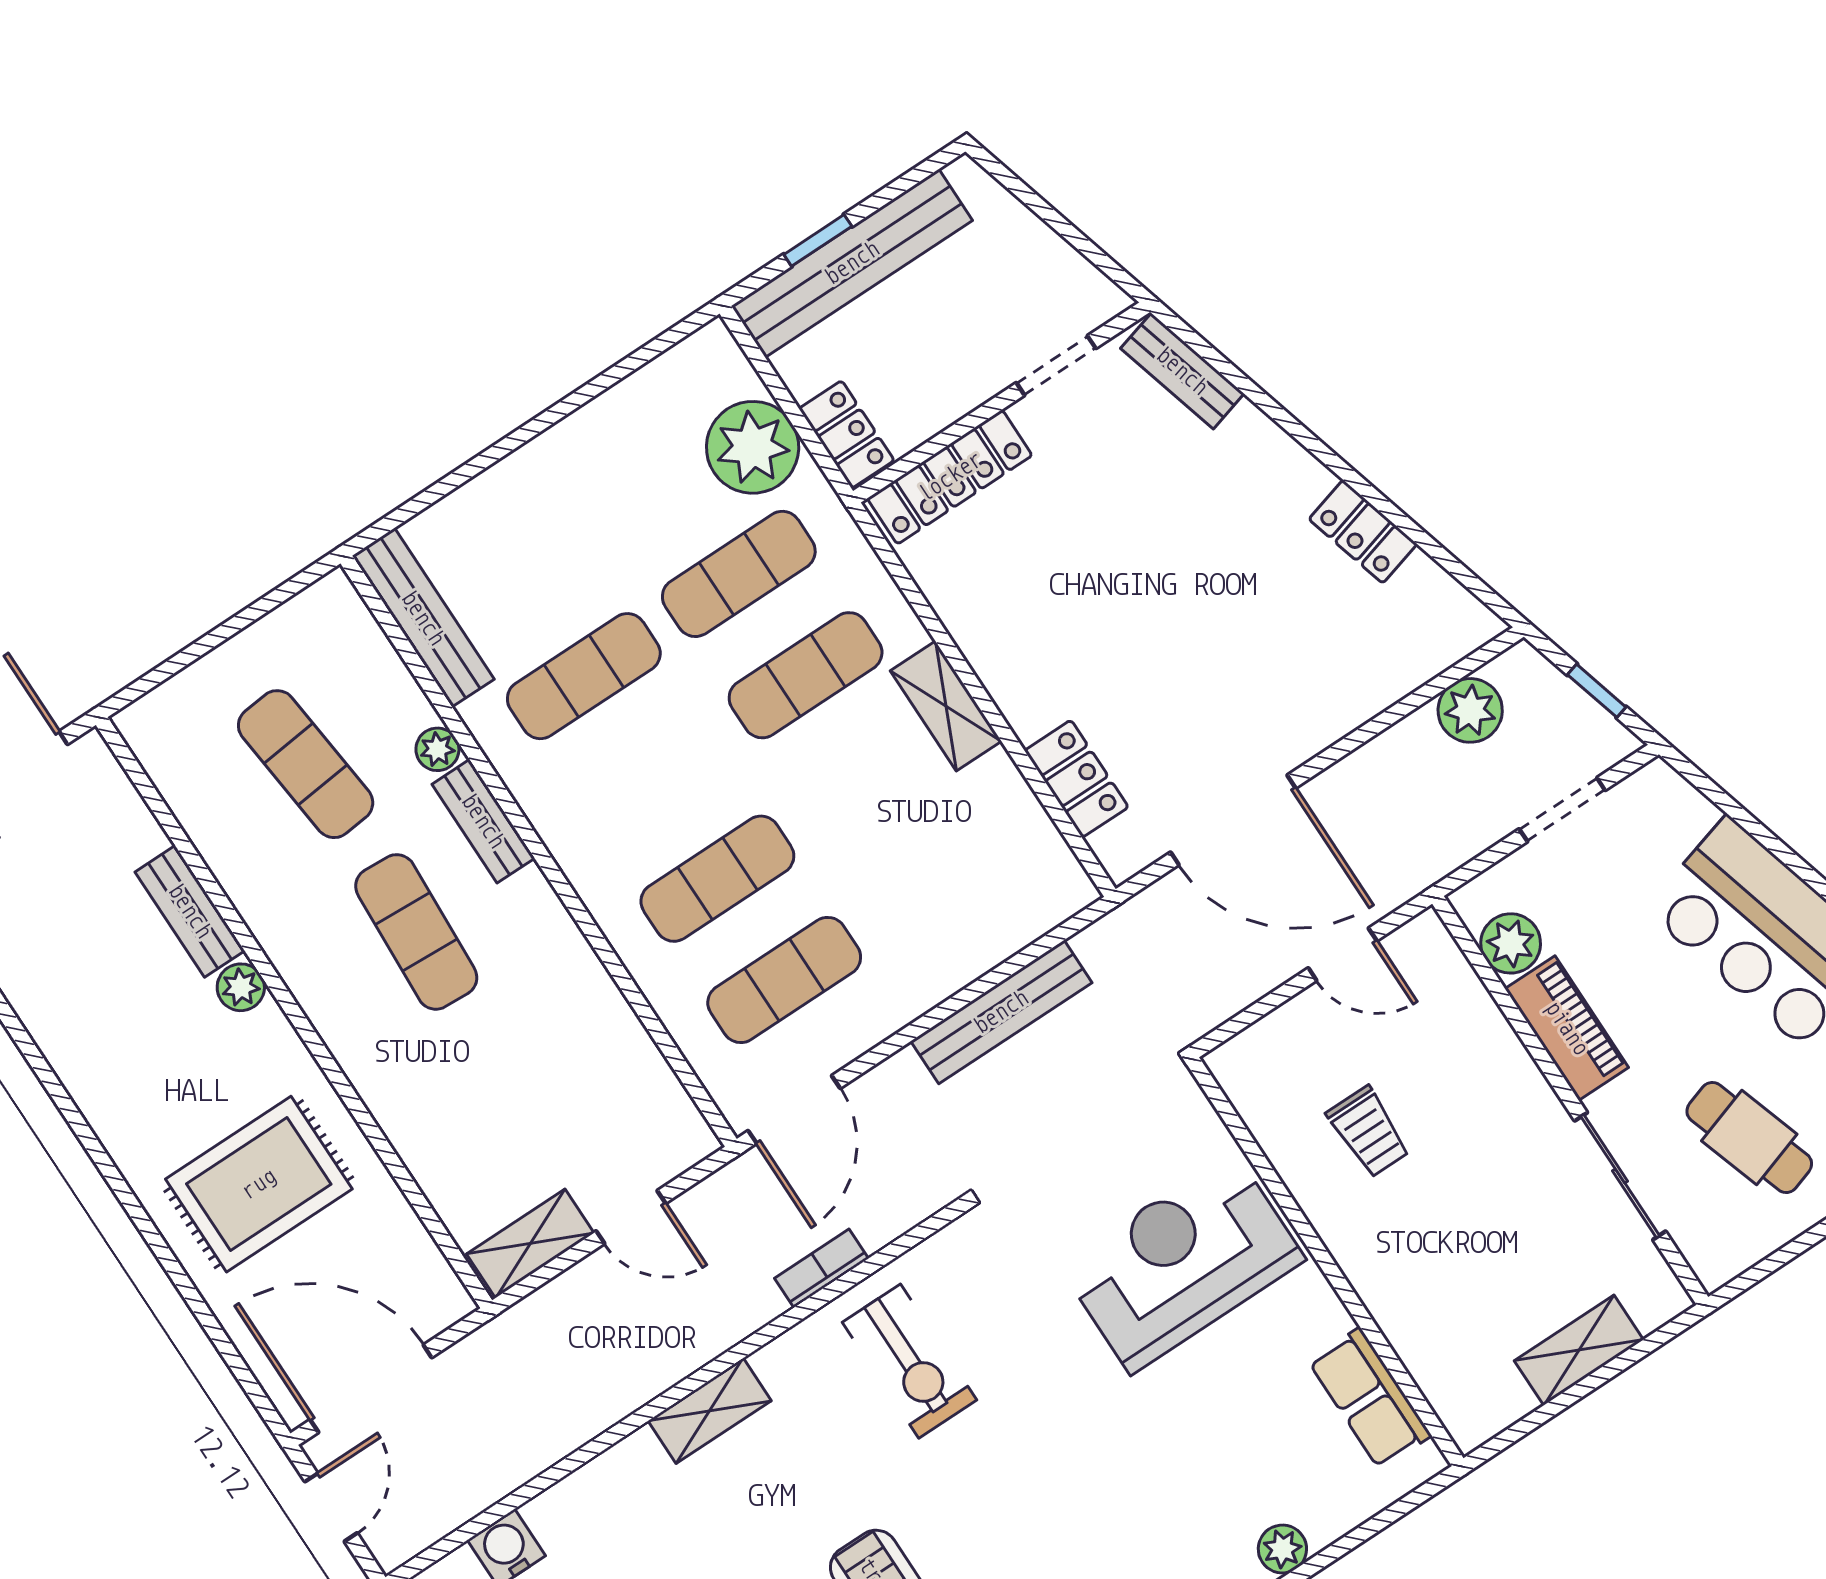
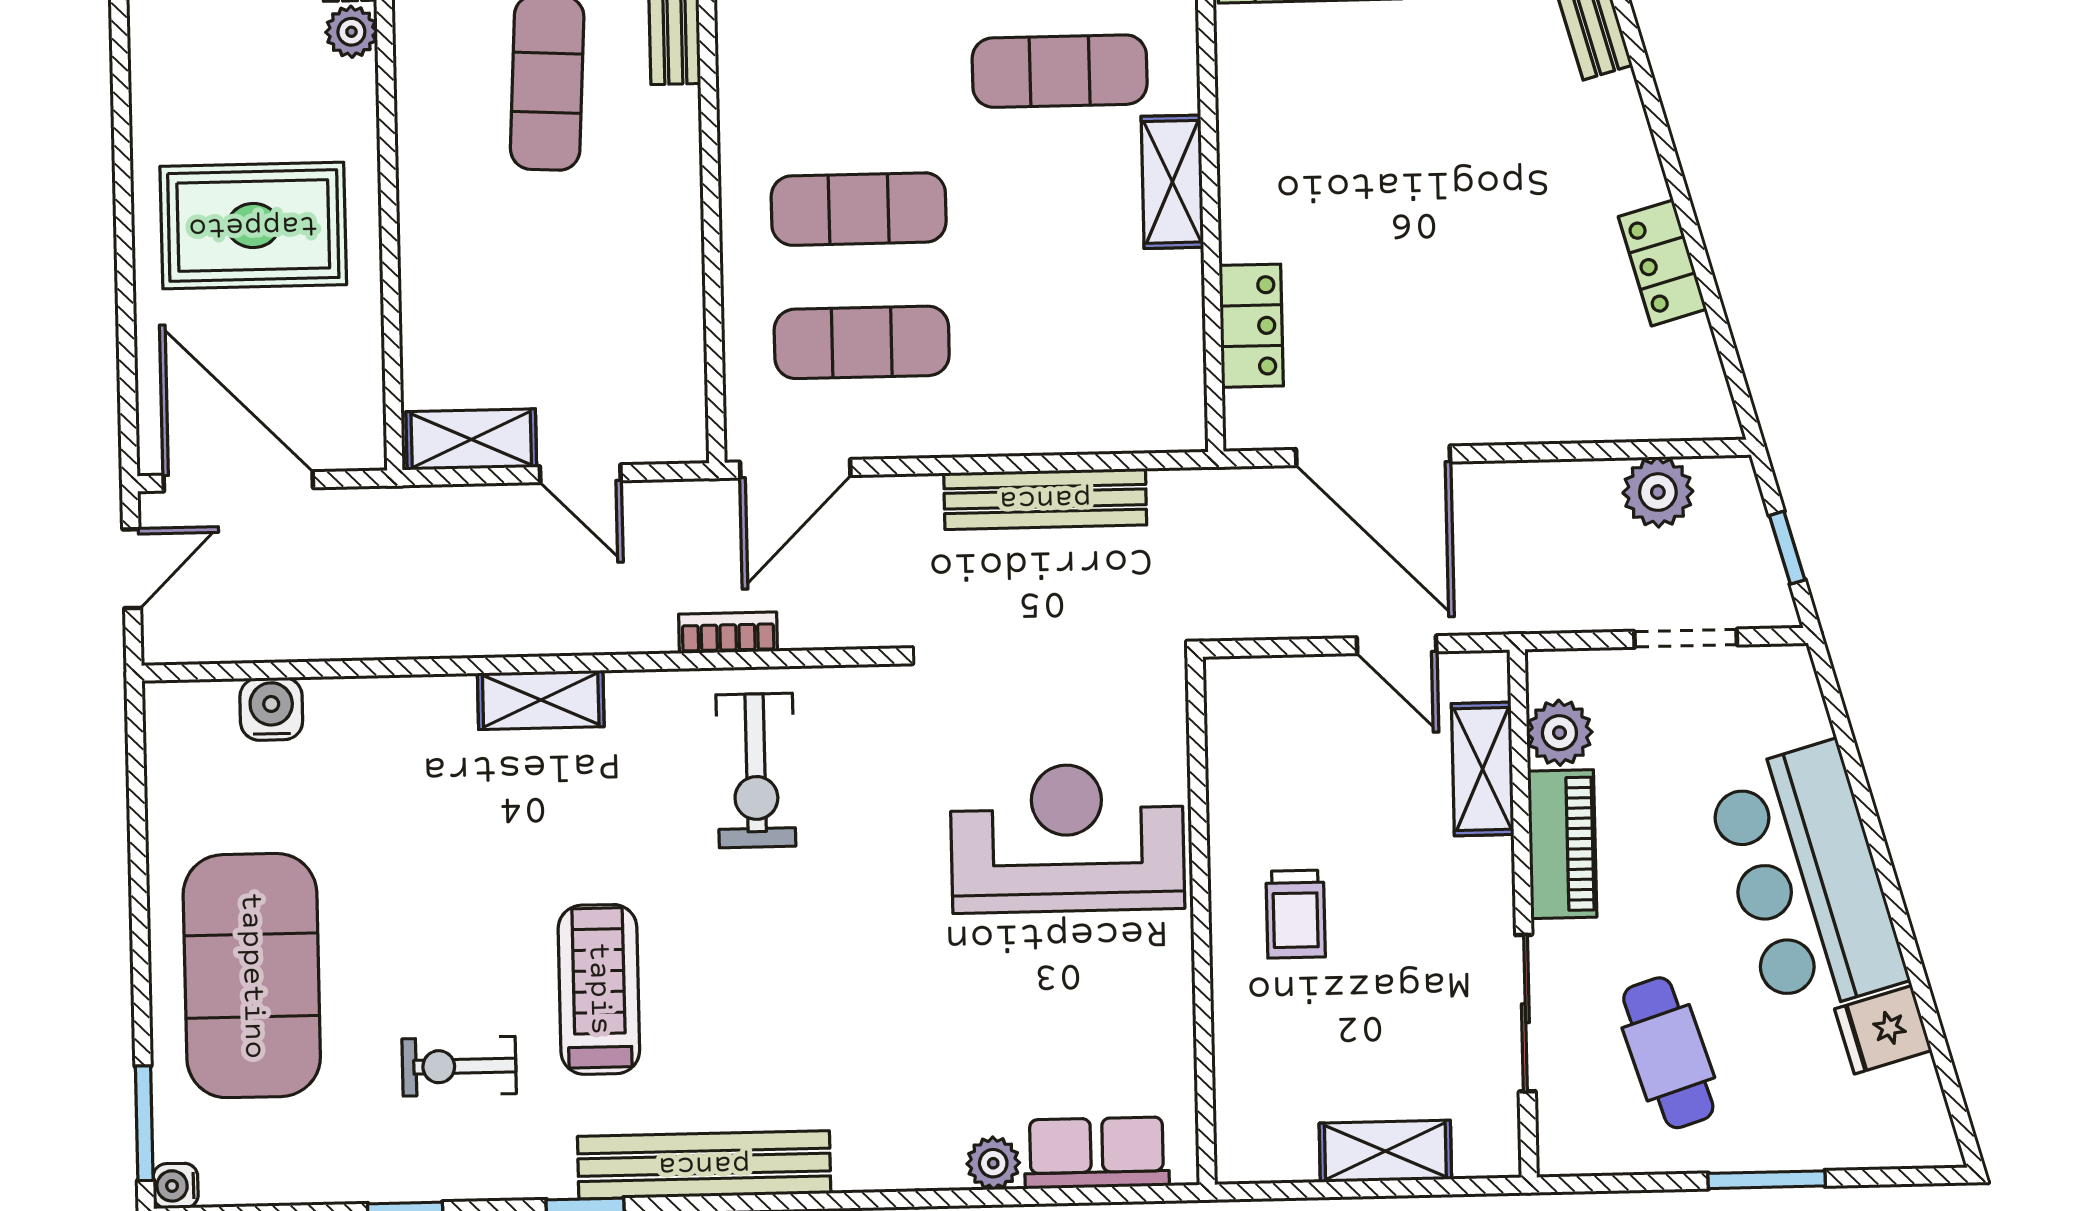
shelving: (1469, 1009) -> (1483, 769), added
trolley: (1369, 1132) -> (1296, 914), moved
row of seats: (1370, 1398) -> (1097, 1153), moved, turned 90

